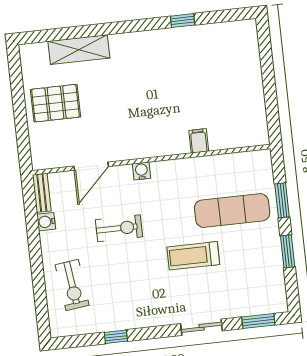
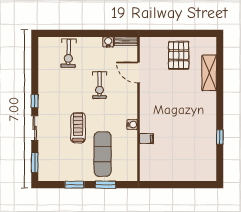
water cooler: (141, 171) -> (132, 125), moved
exercise bike: (72, 285) -> (68, 53), turned -81
window: (116, 337) -> (35, 101), moved

